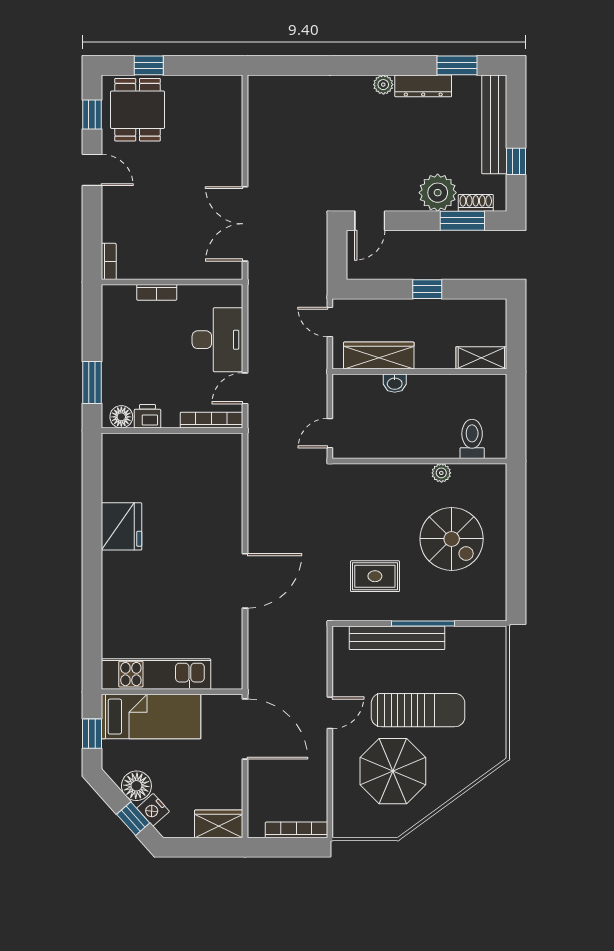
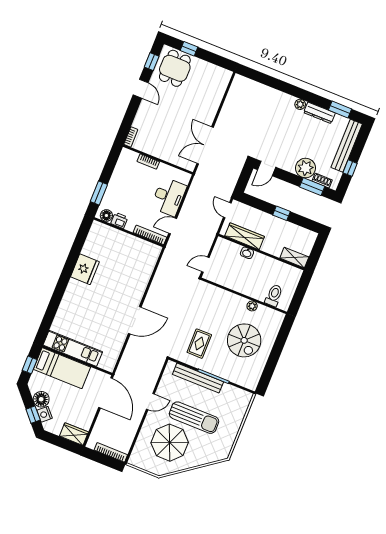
rug: (375, 576) -> (199, 344), turned 90

